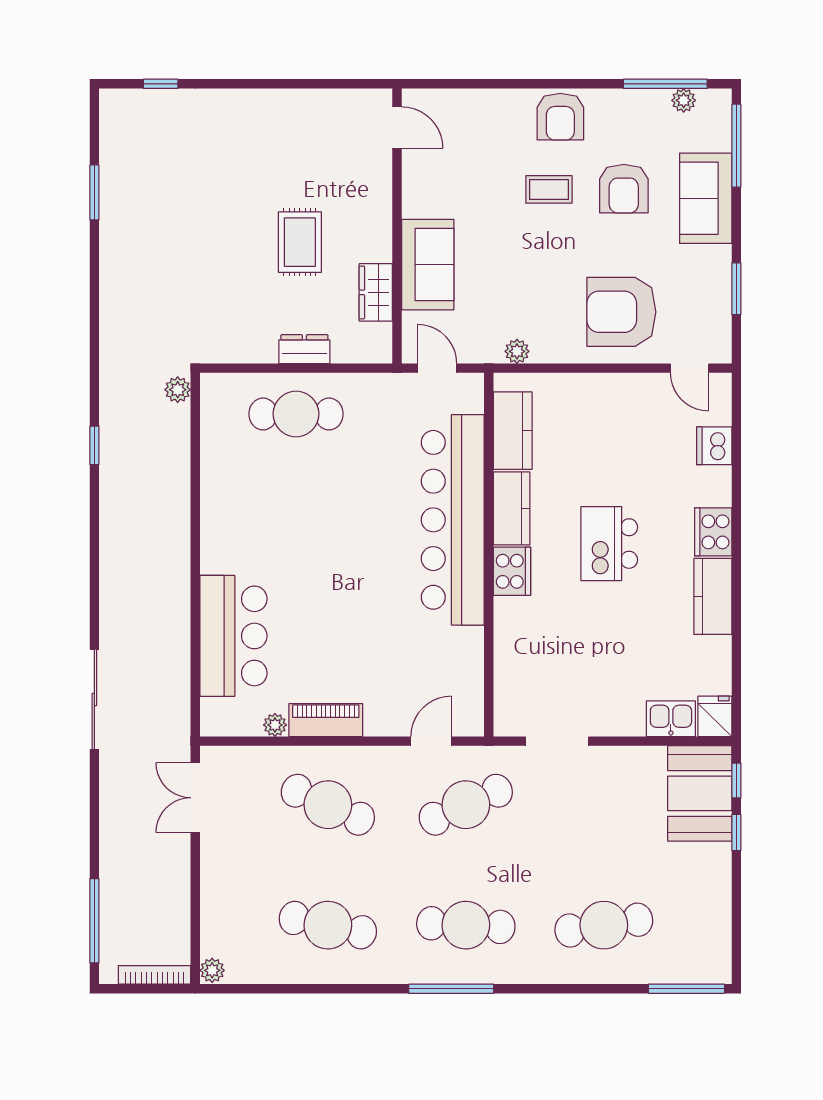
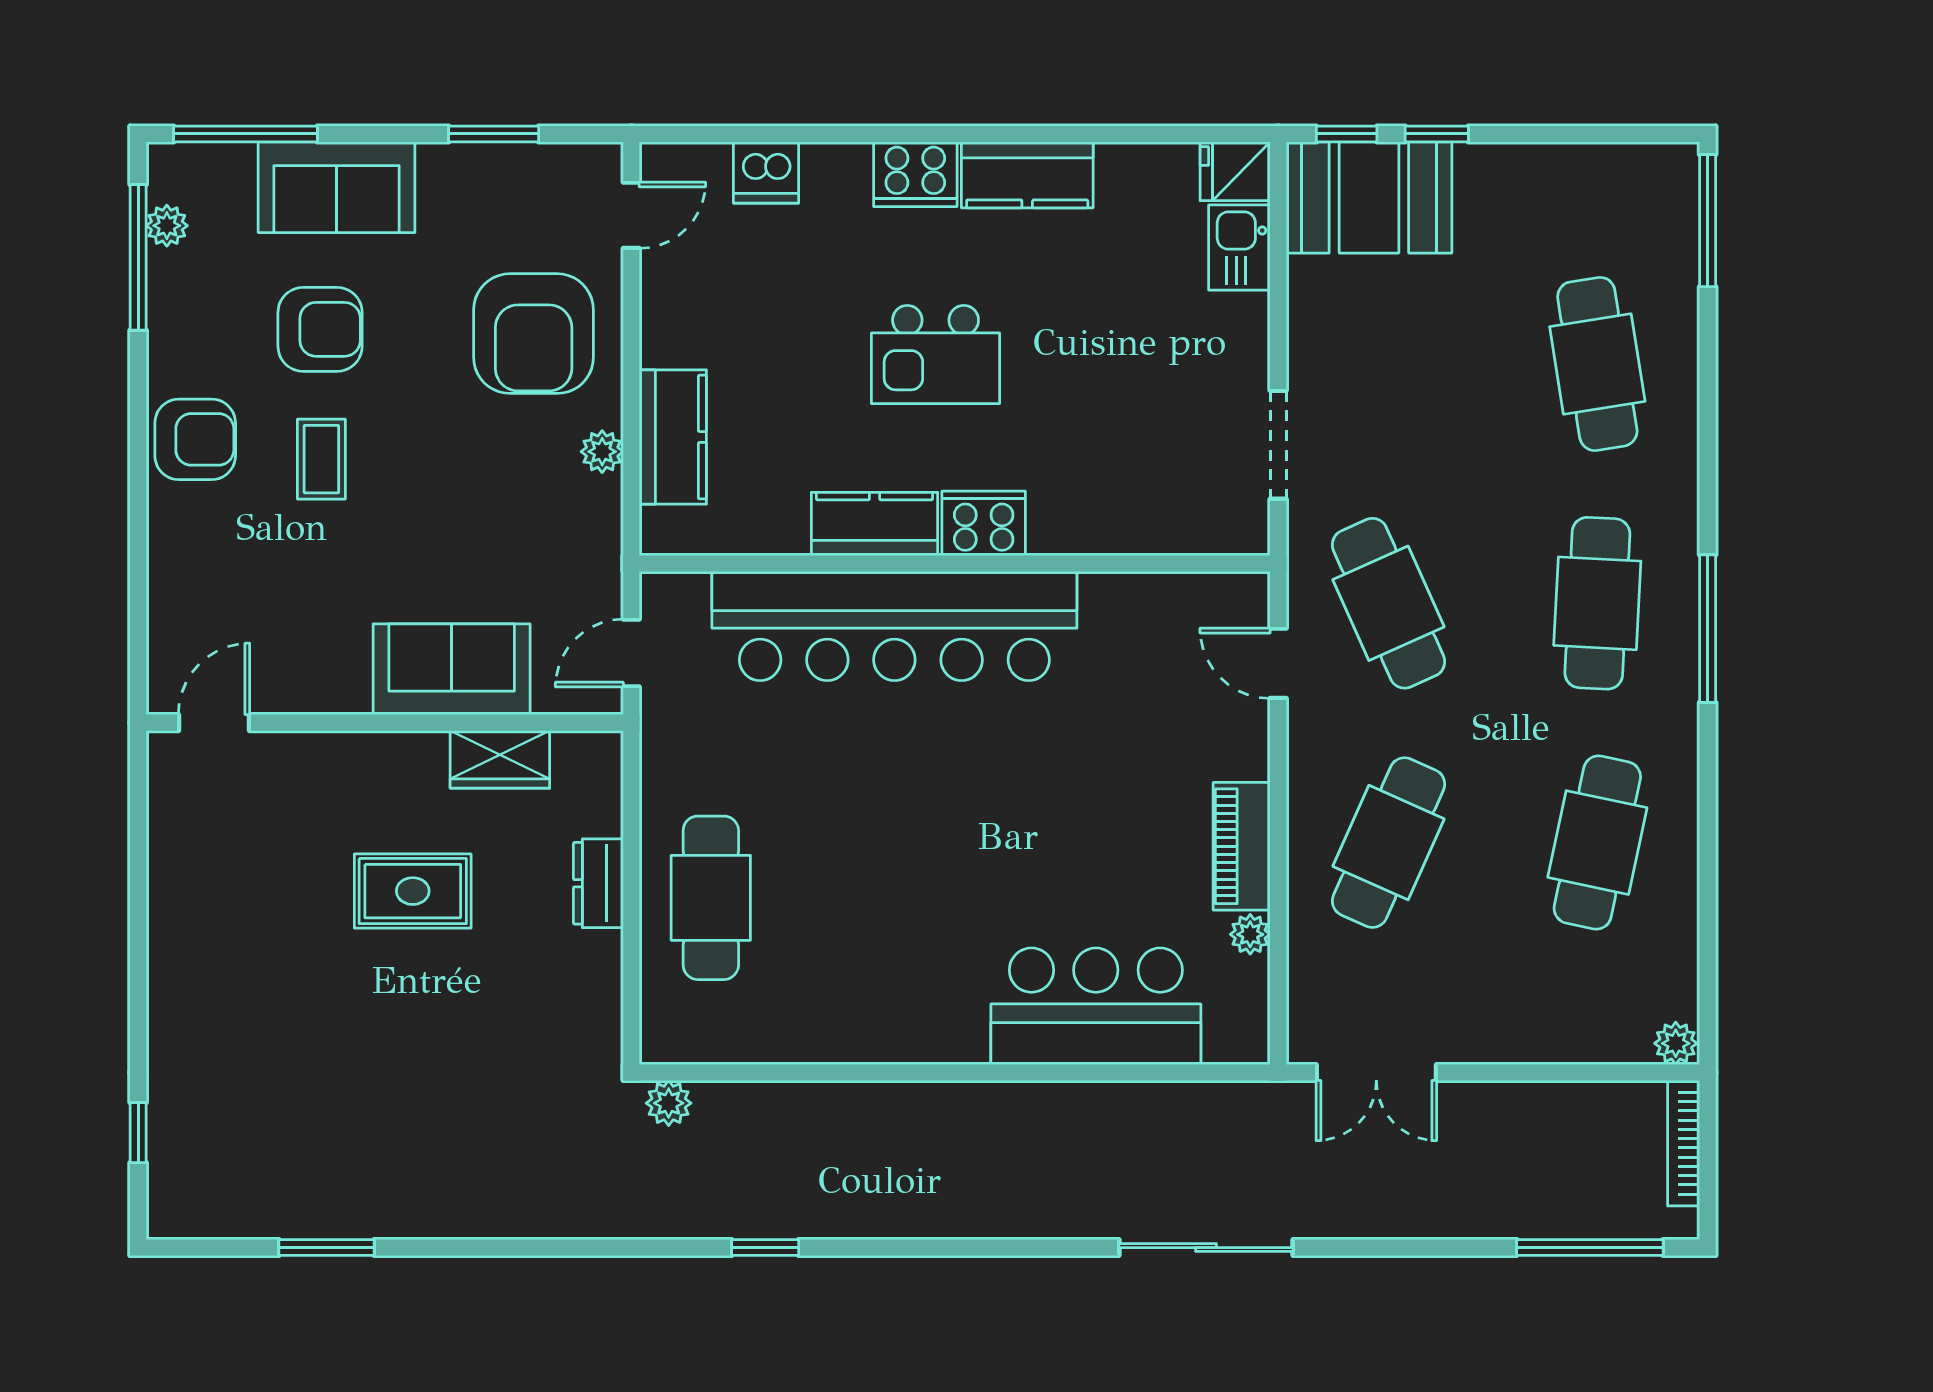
plant: (517, 351) -> (602, 452), moved
kitchen counter: (513, 431) -> (673, 437), moved, turned 90

